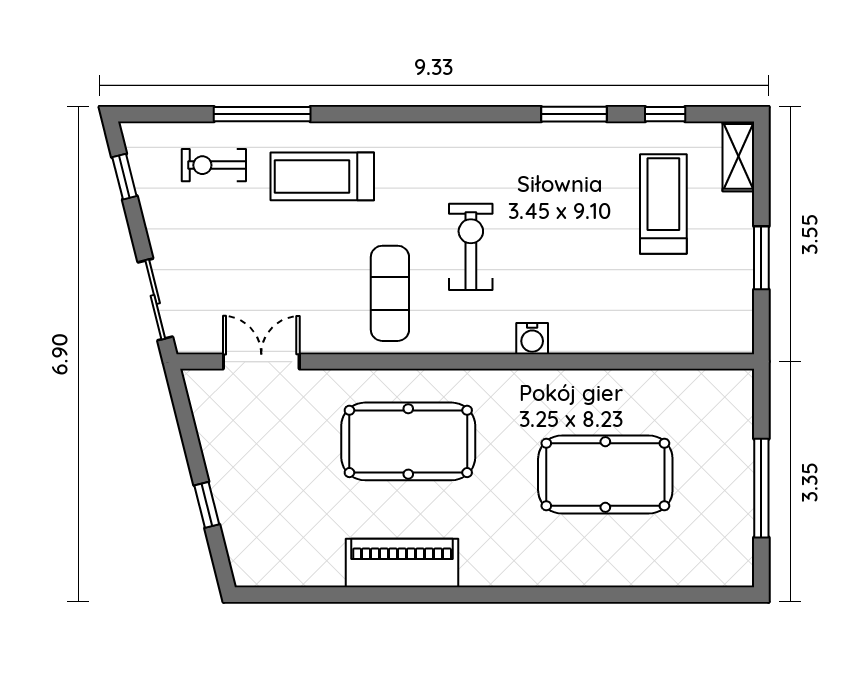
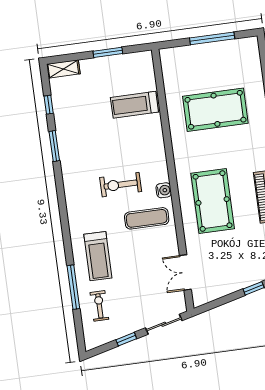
exercise bike: (214, 165) -> (99, 306), turned 180
window: (124, 177) -> (126, 339), moved
treadmill: (663, 204) -> (134, 105), moved
water cooler: (532, 339) -> (164, 190), moved
pool table: (605, 475) -> (215, 110), turned 90

